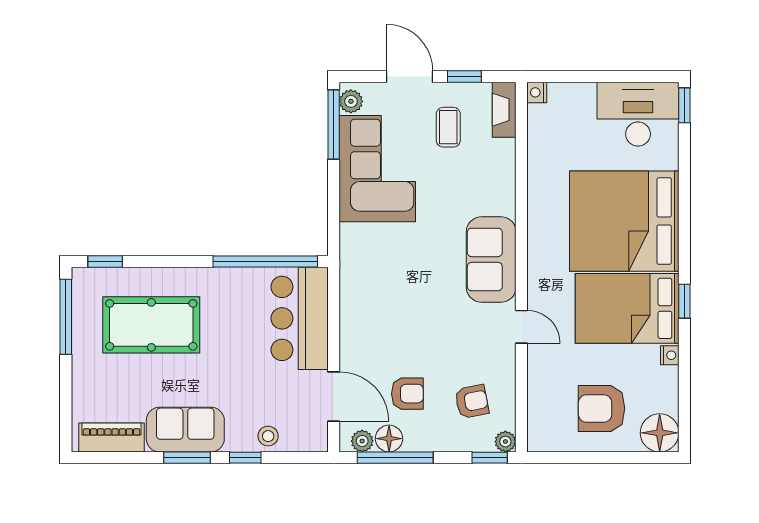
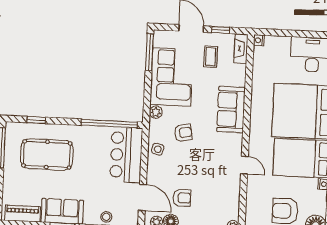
plant: (351, 101) -> (156, 112), moved
sofa: (491, 259) -> (231, 110), moved
window: (105, 262) -> (36, 120), moved
side table: (358, 305) -> (158, 149), added
armchair: (472, 401) -> (183, 133), moved

